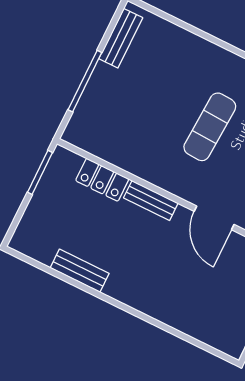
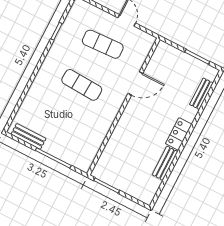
locker: (102, 180) -> (179, 134), moved, turned 180
bench: (151, 201) -> (201, 94), moved

